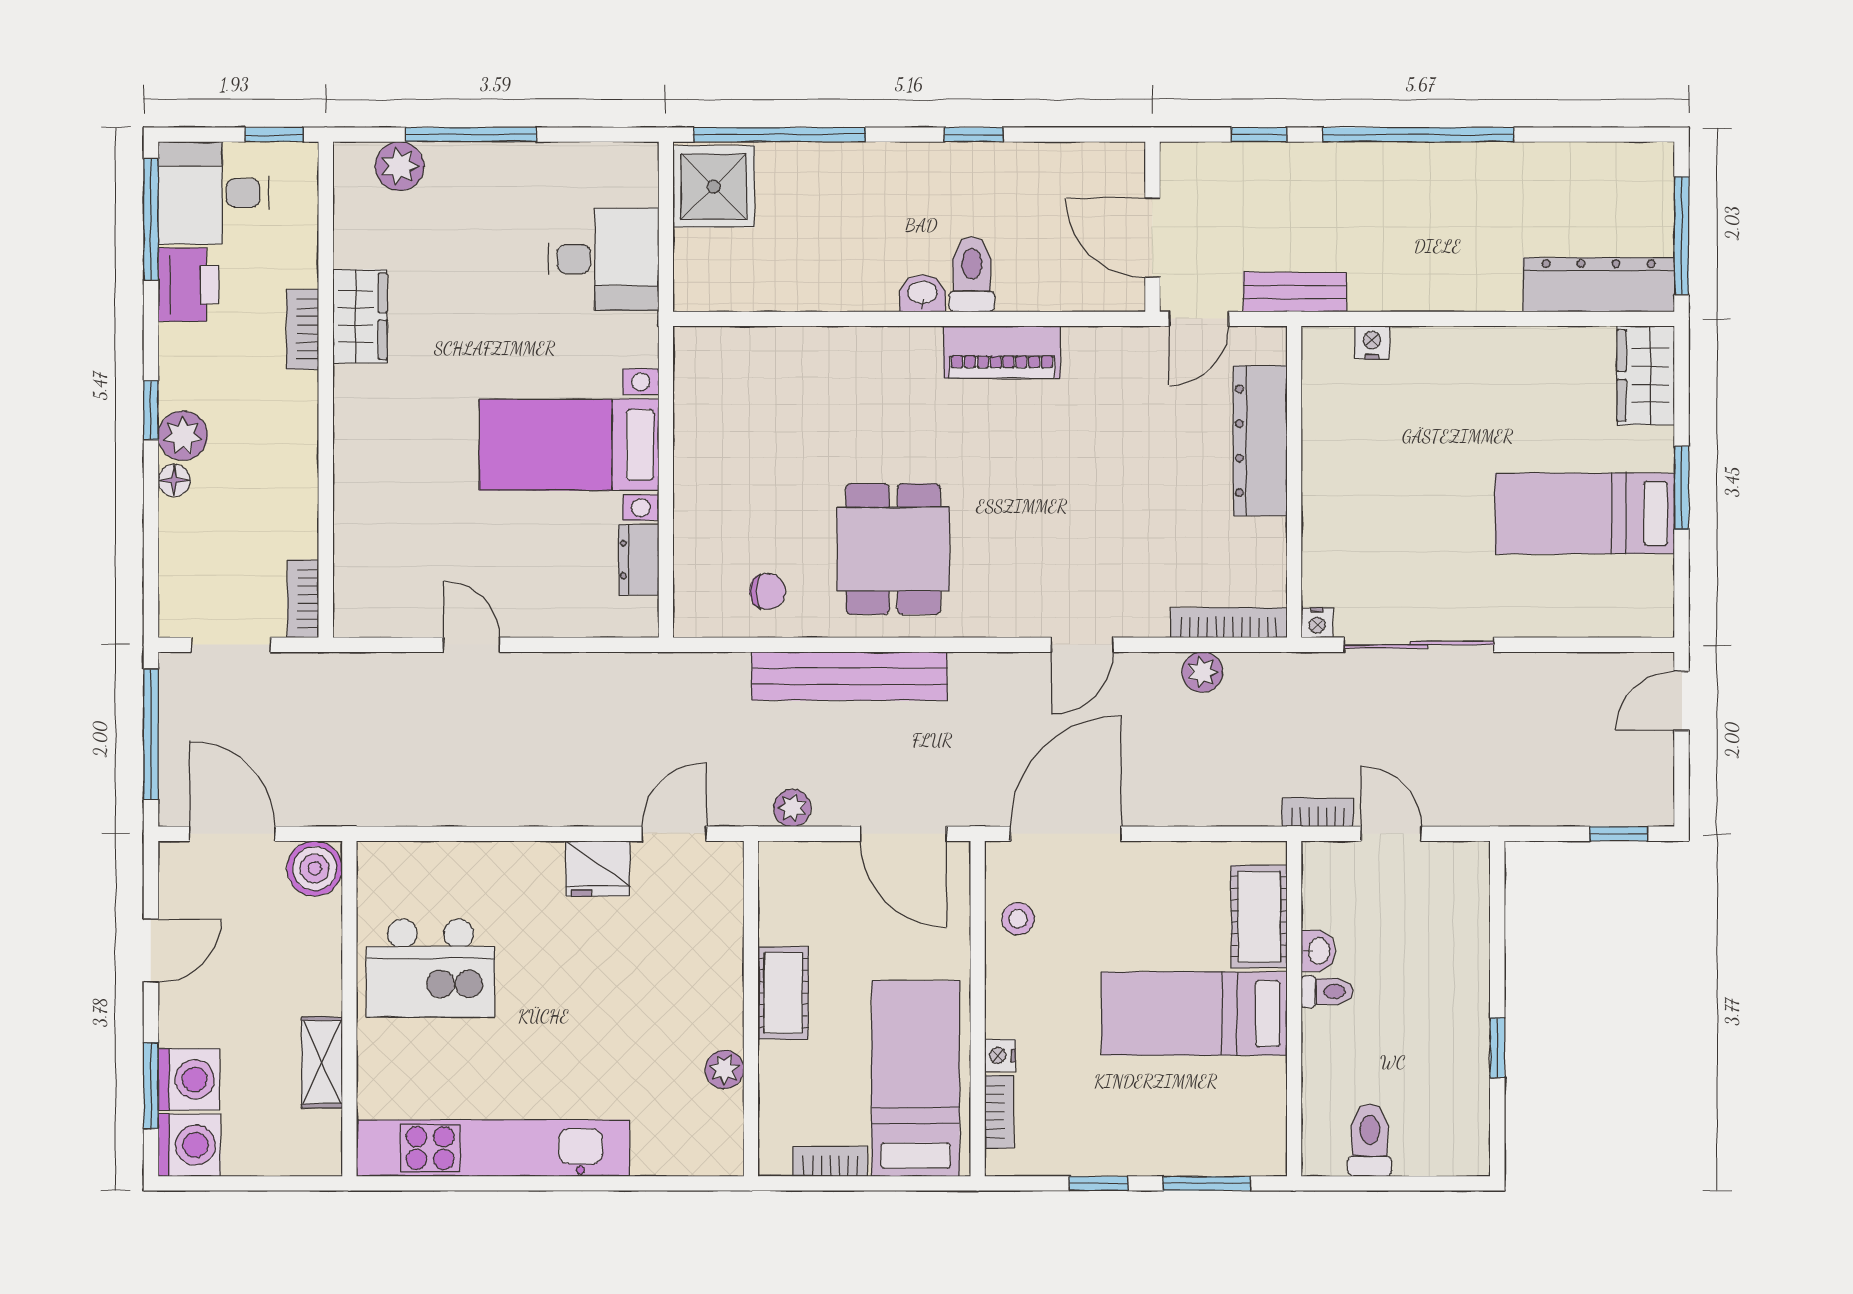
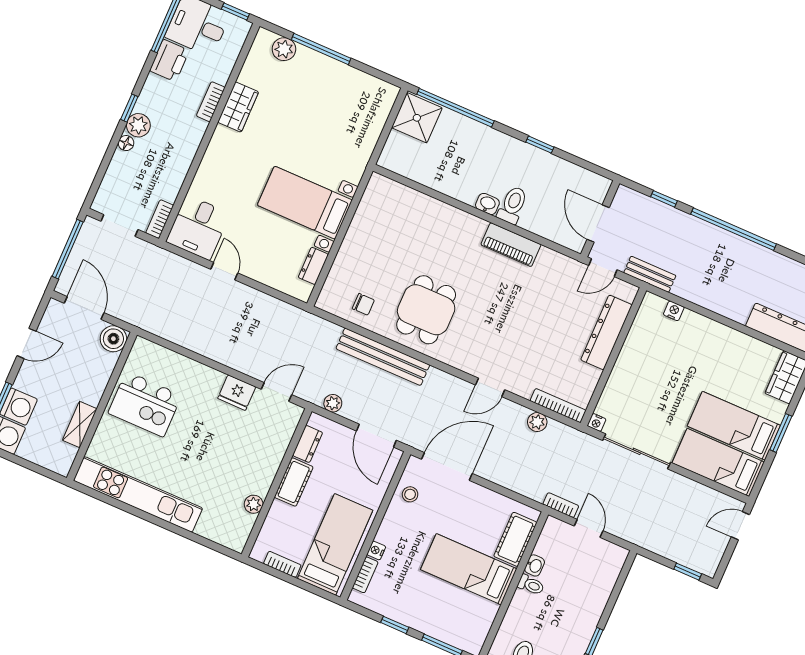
desk: (604, 259) -> (198, 227), moved, turned 90
bed: (1585, 598) -> (718, 463), added
dresser: (778, 908) -> (308, 444), added

